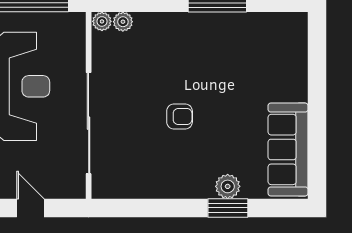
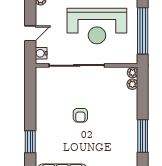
plant: (228, 186) -> (42, 142), removed
water cooler: (67, 188) -> (41, 53), added

